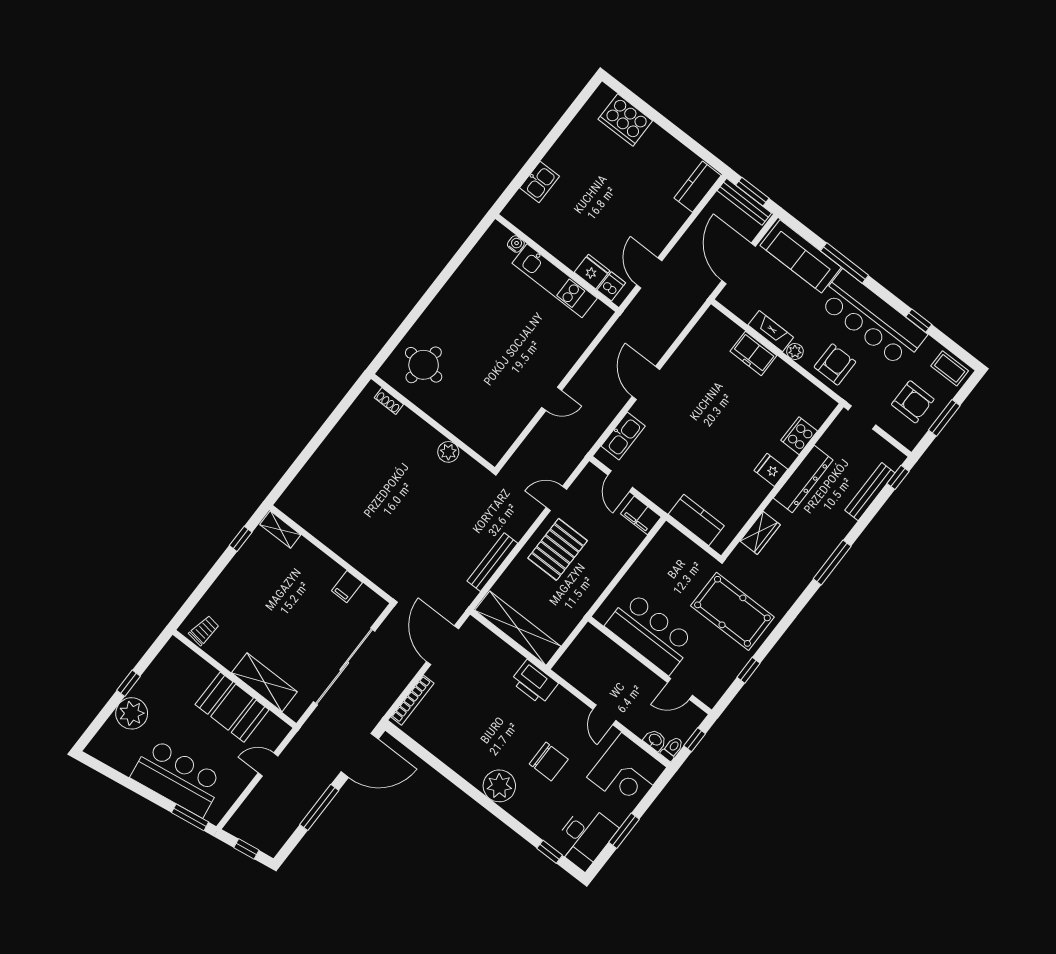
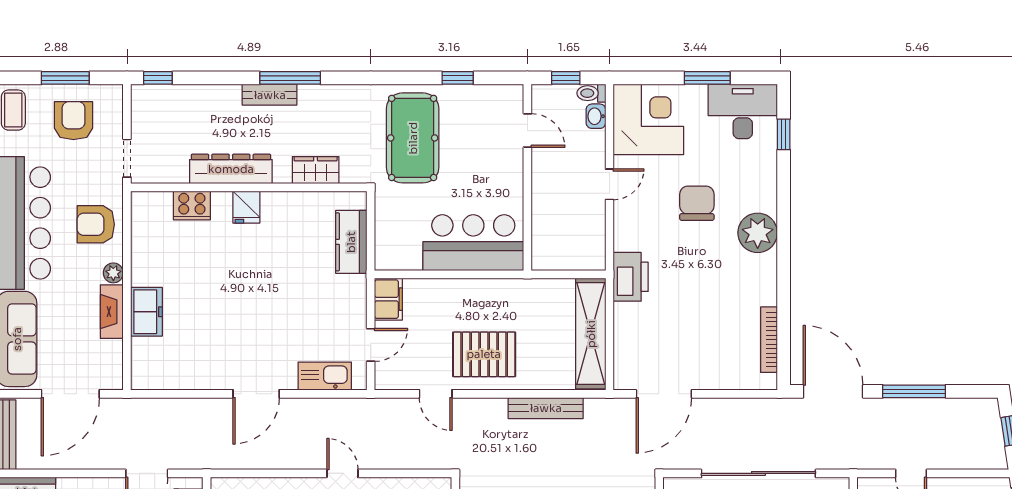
bench: (870, 492) -> (270, 95), moved, width x0.73
bar counter: (650, 633) -> (473, 243), moved, turned 90
bookcase: (412, 700) -> (769, 340), moved, turned -90

